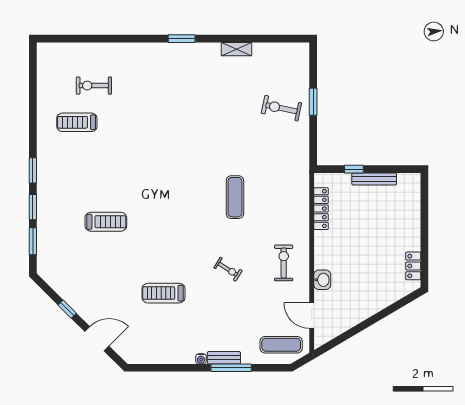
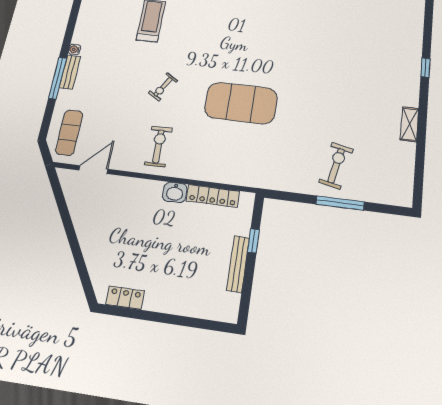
window: (182, 39) -> (425, 68), width x0.67
window: (313, 102) -> (340, 203), width x1.44
exercise mat: (235, 197) -> (241, 103), width x2.00, depth x1.45
exercise bike: (284, 263) -> (158, 146), turned -90
washbasin: (322, 280) -> (175, 192), moved

